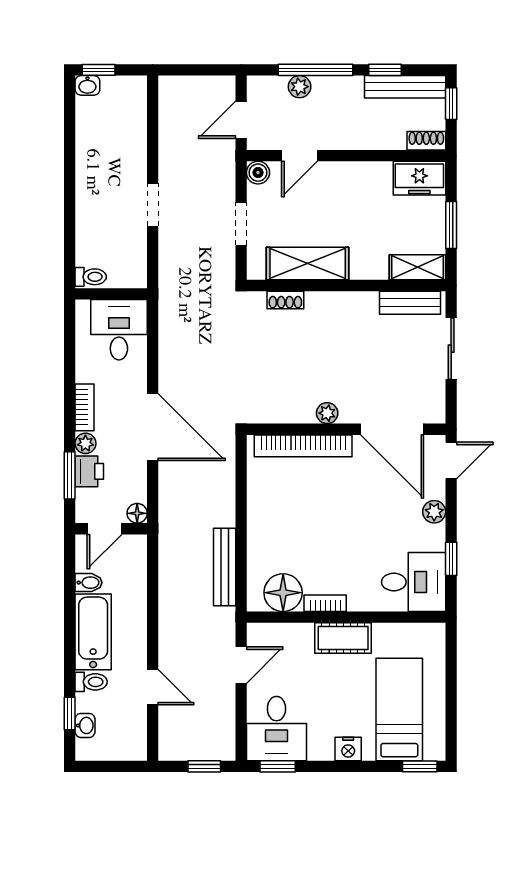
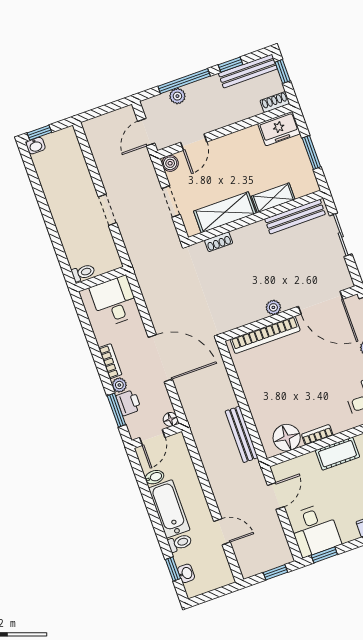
shelving: (417, 267) -> (273, 198), moved
bench: (410, 303) -> (295, 217), width x1.36

